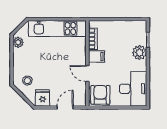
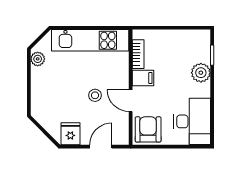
stool: (27, 81) -> (95, 95), moved

